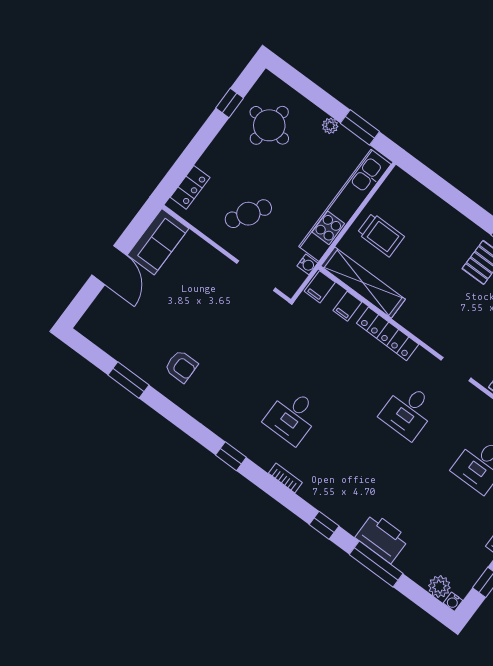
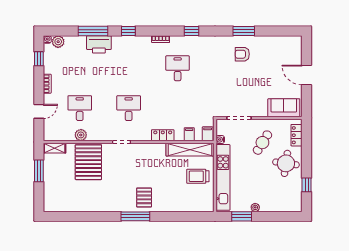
round table: (269, 125) -> (286, 163), moved
sofa: (158, 242) -> (284, 108), moved, turned 90
locker: (388, 334) -> (163, 135), width x0.66
window: (128, 380) -> (244, 31), moved

